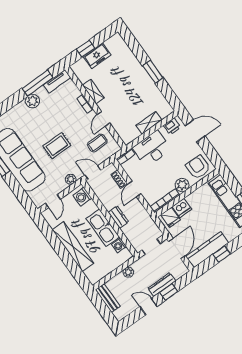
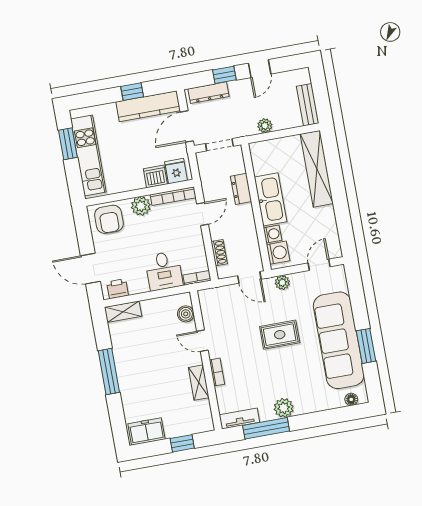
freezer: (97, 56) -> (146, 431), moved
window: (153, 72) -> (109, 372), width x1.44
door: (103, 119) -> (202, 341), swing flipped
shelving: (149, 123) -> (123, 312), moved
boiler: (122, 131) -> (186, 314), added
coffee table: (97, 143) -> (225, 313), removed
desk: (152, 149) -> (164, 271), width x0.73
door: (134, 189) -> (203, 214), moved
dresser: (118, 217) -> (241, 189), moved
washing machine: (119, 245) -> (273, 234), moved
shelving: (73, 246) -> (317, 169), moved
dresser: (162, 285) -> (209, 93), moved
door: (149, 306) -> (260, 69), hinge flipped

